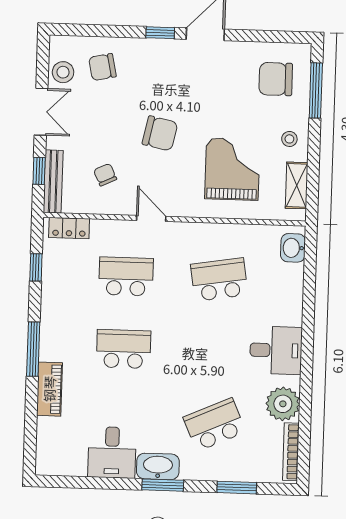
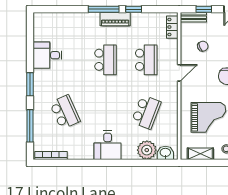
bench: (53, 181) -> (193, 17), width x0.73
window: (36, 267) -> (134, 9), moved
school desk: (219, 280) -> (146, 112), turned 30
piano: (49, 389) -> (115, 19), moved
plant: (283, 404) -> (147, 150), moved
washbasin: (158, 466) -> (40, 81), removed
window: (237, 488) -> (30, 126), width x1.44

